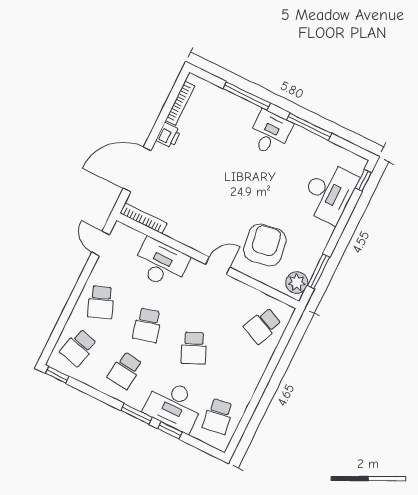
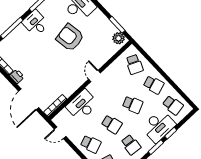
armchair: (265, 245) -> (70, 38), moved
school desk: (240, 371) -> (154, 85), added

